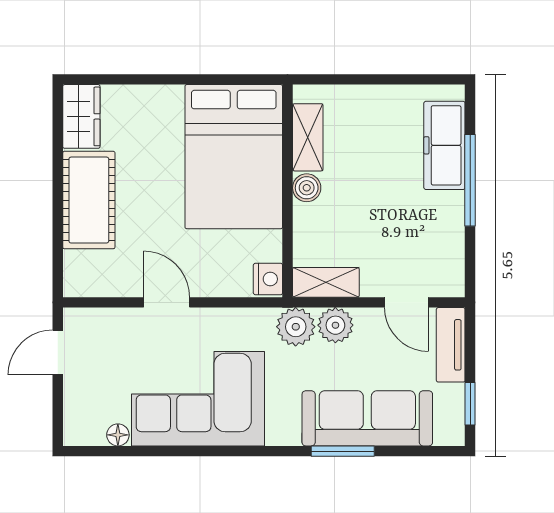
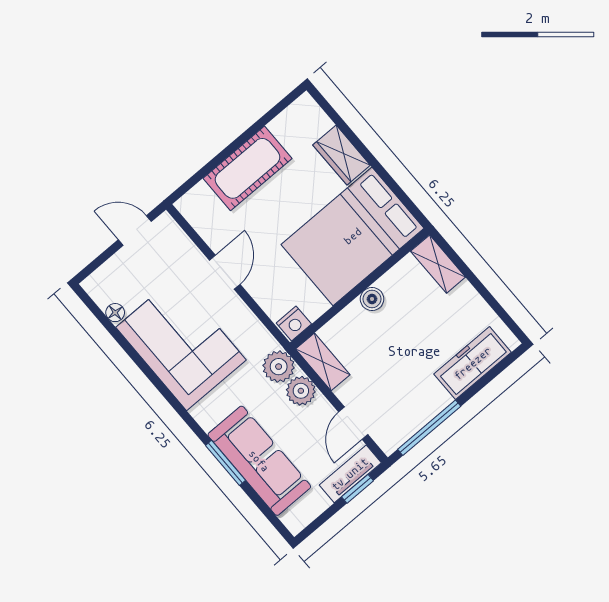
wardrobe: (81, 116) -> (342, 155), moved, turned 90
shelving: (308, 137) -> (438, 264), moved, turned 90
window: (470, 180) -> (429, 428), moved
window: (470, 404) -> (357, 489), moved

